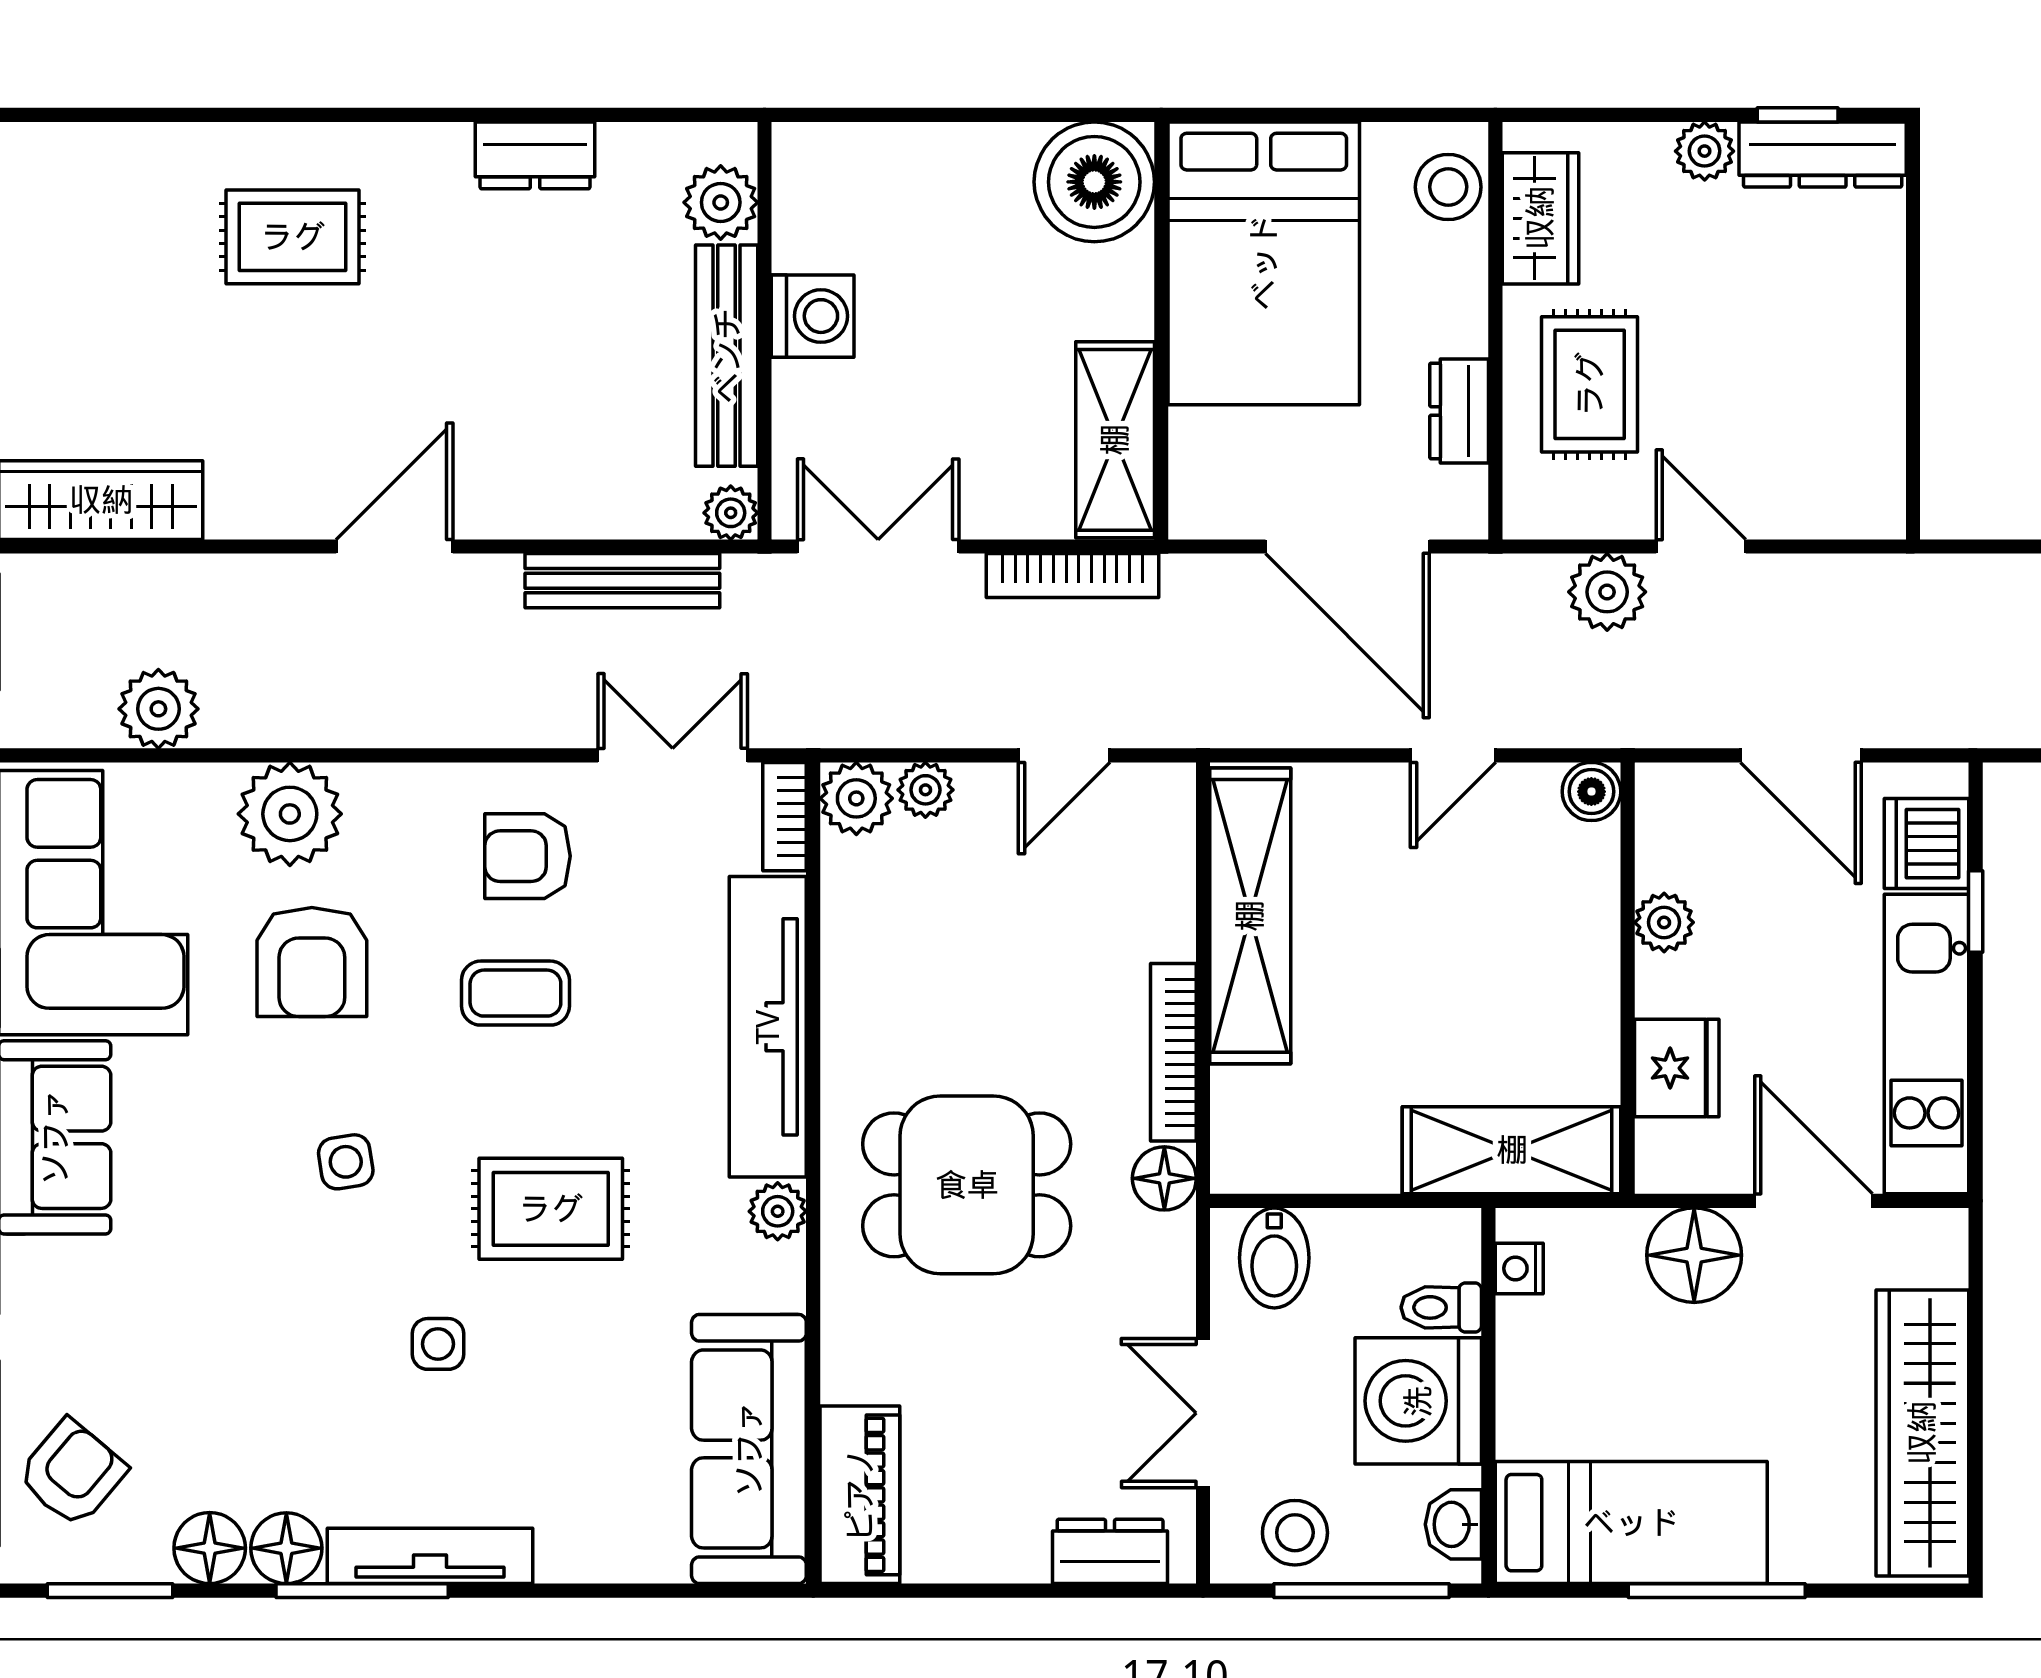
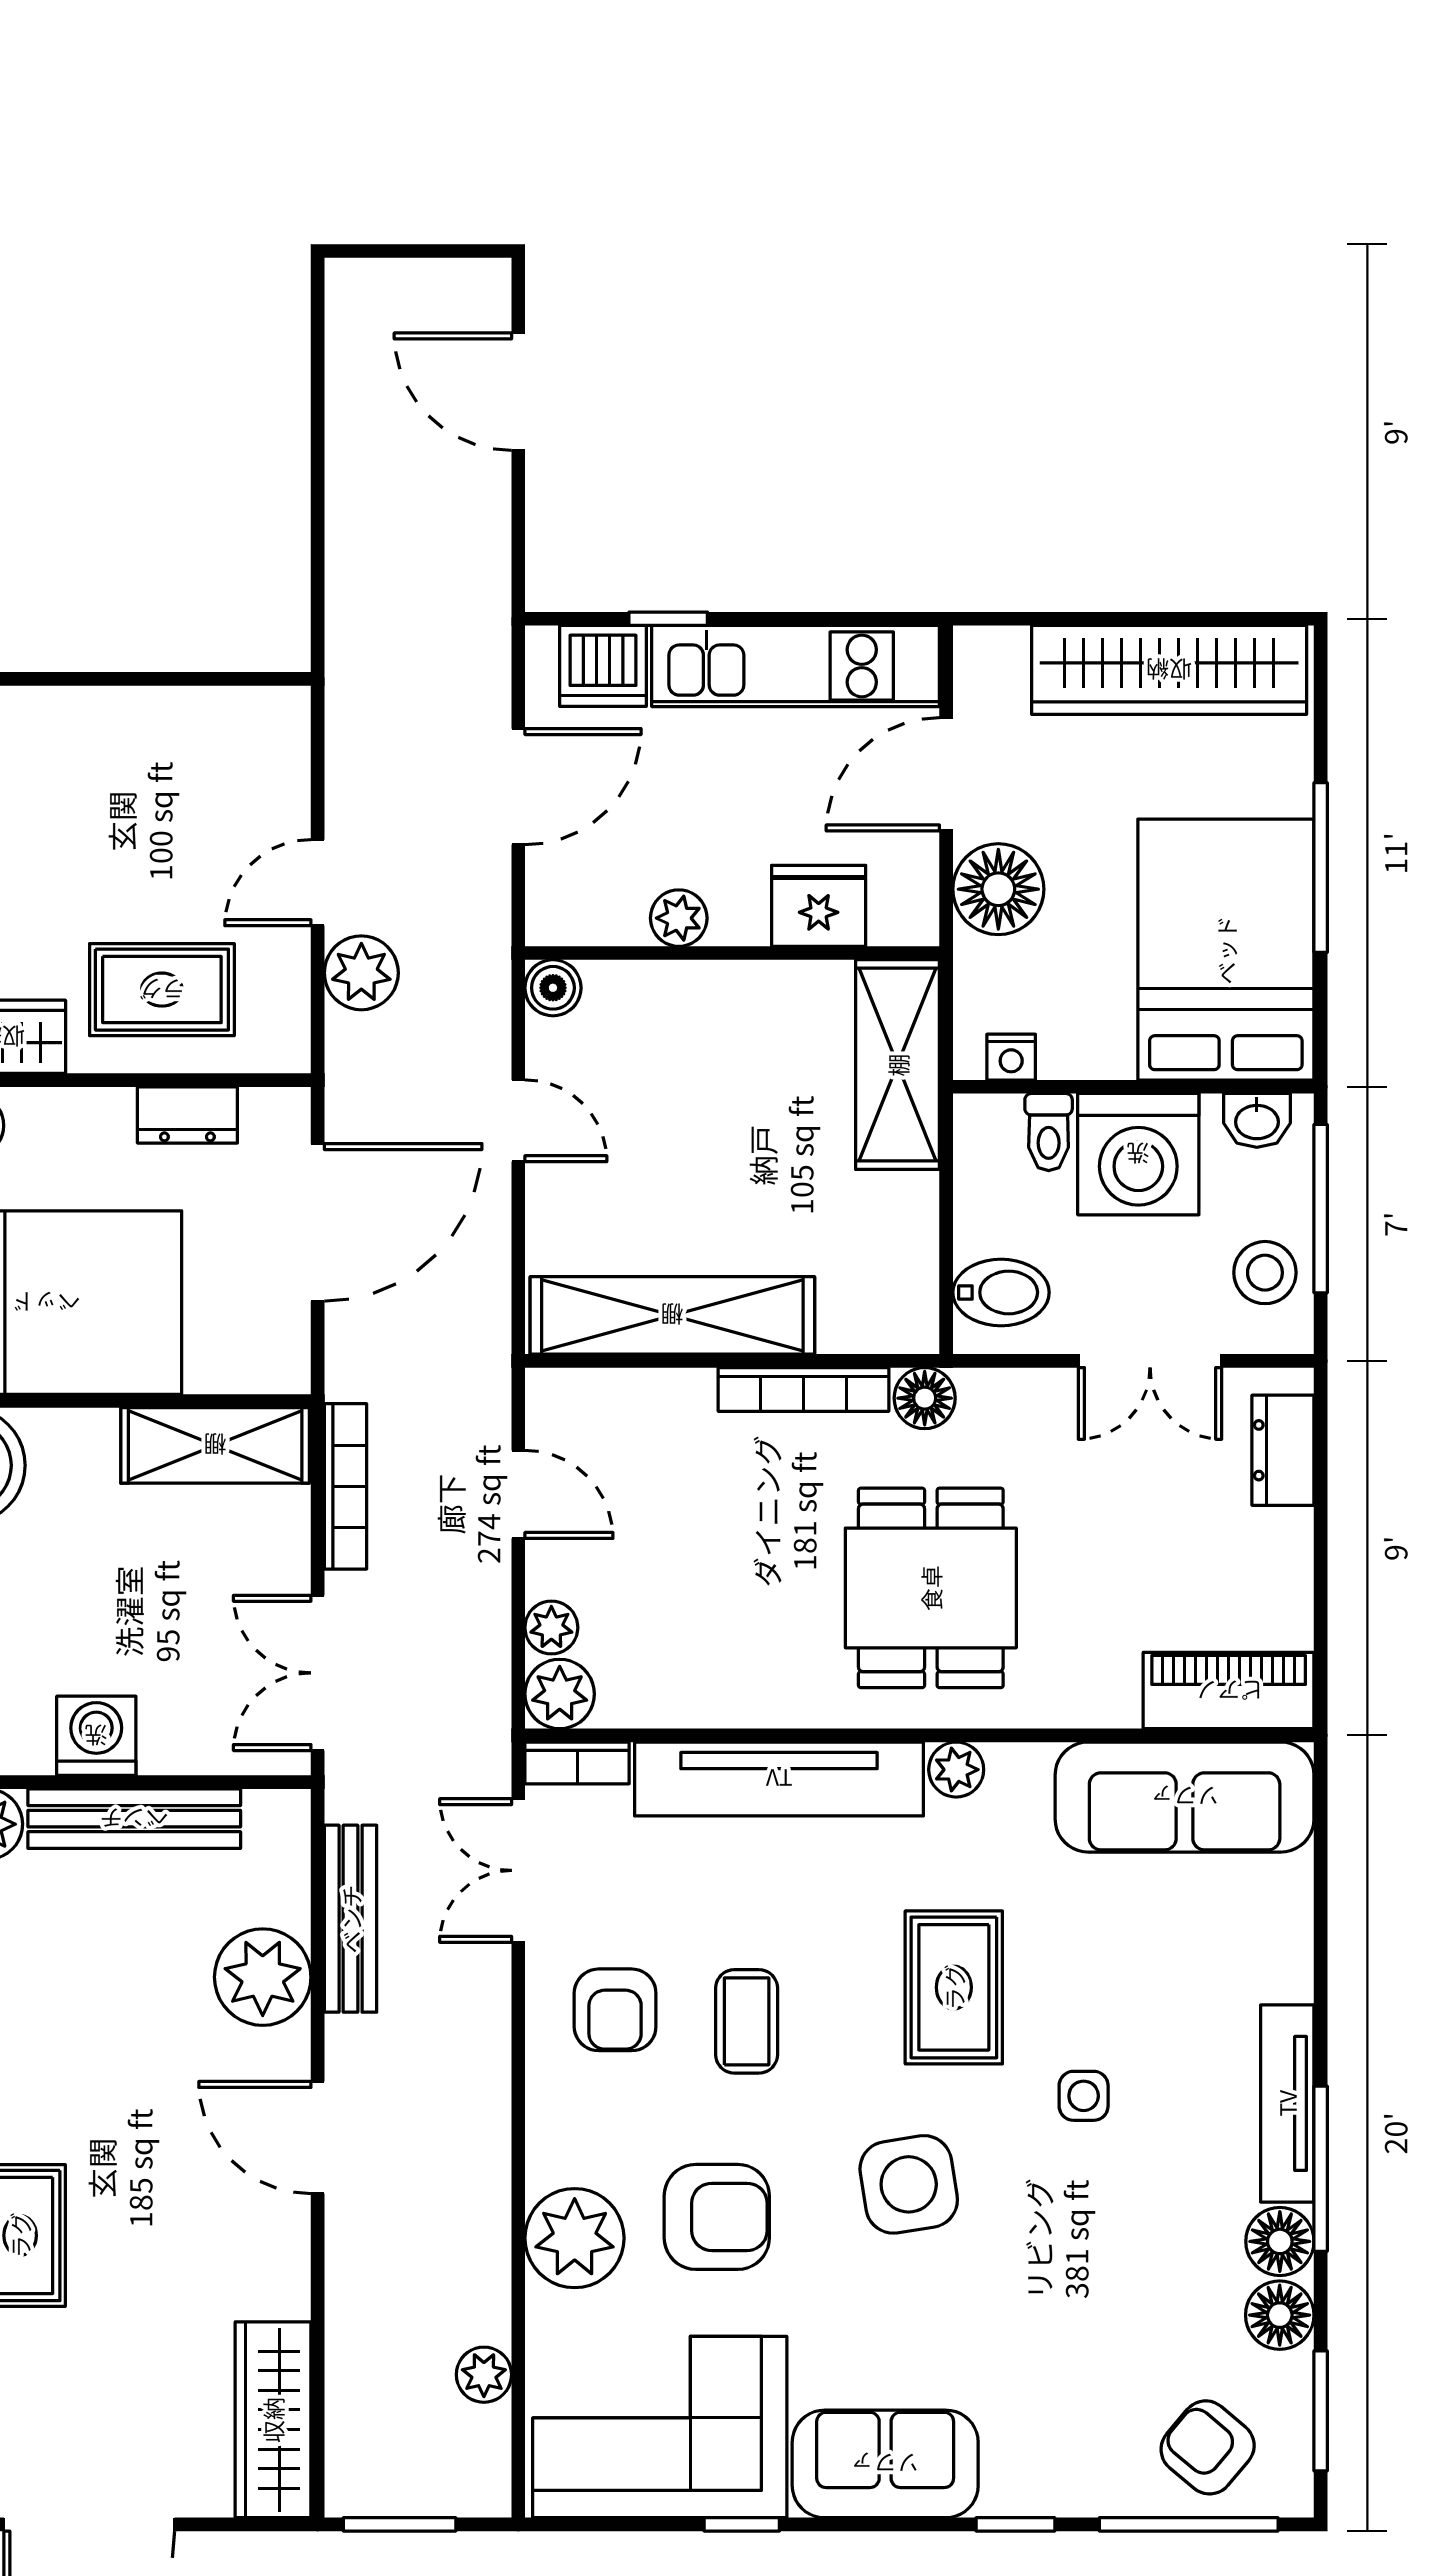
plant: (731, 513) -> (263, 1977), moved, width x1.88, depth x1.88
plant: (158, 709) -> (484, 2375), width x0.73, depth x0.73
side table: (346, 1162) -> (909, 2184), width x1.87, depth x1.87
bed: (1631, 1523) -> (1226, 950), width x1.50

